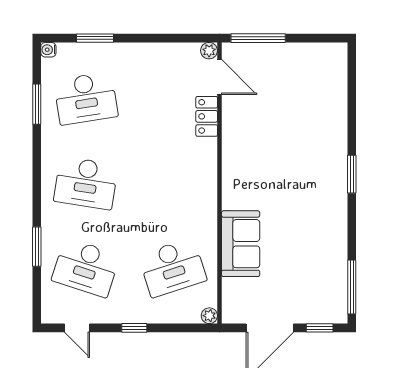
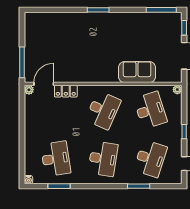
window: (95, 38) -> (22, 154), removed
desk: (173, 183) -> (103, 110), added

